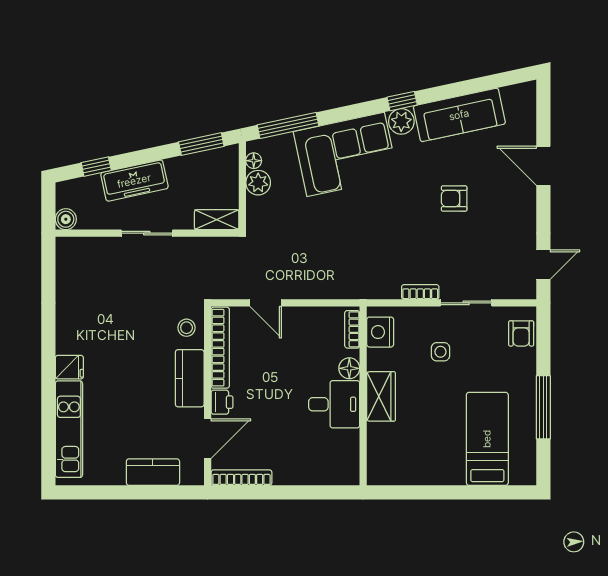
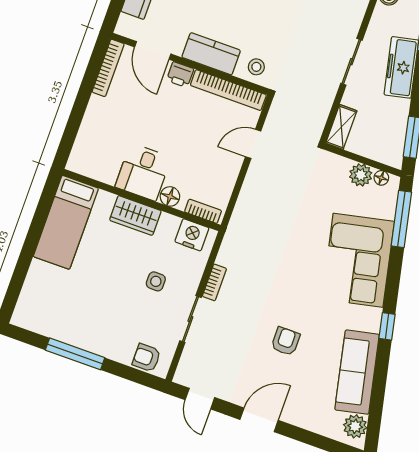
plant: (401, 121) -> (355, 426), moved
door: (543, 166) -> (259, 420), moved
bed: (487, 439) -> (66, 222), moved, turned 90

